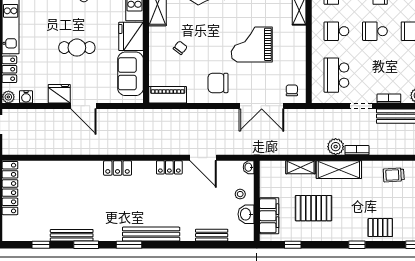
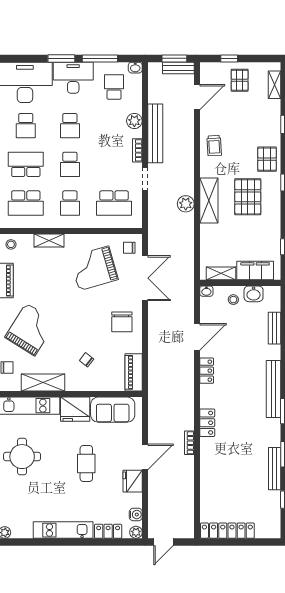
grand piano: (252, 44) -> (94, 268), moved, turned 74
bookcase: (357, 150) -> (189, 443), moved
shelving: (301, 167) -> (221, 273), moved, turned 90
pallet: (314, 208) -> (248, 197), moved

